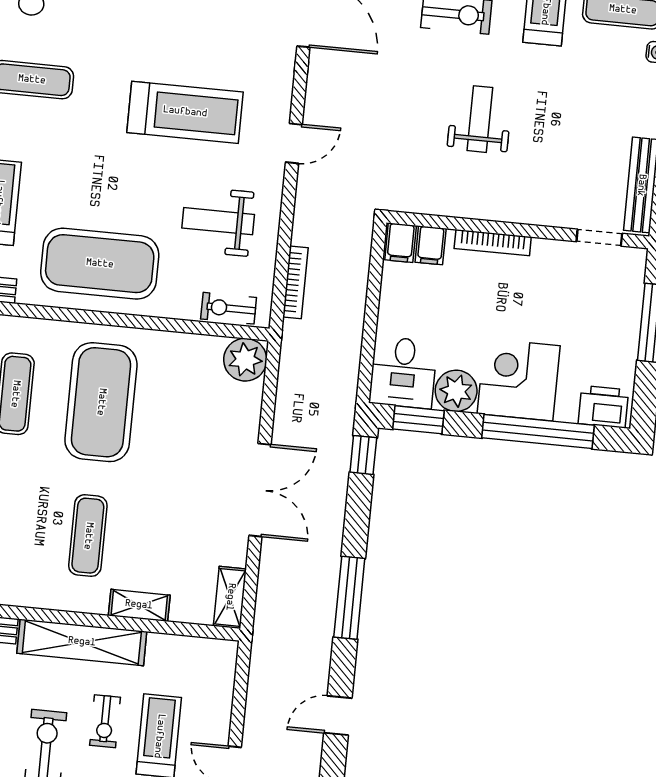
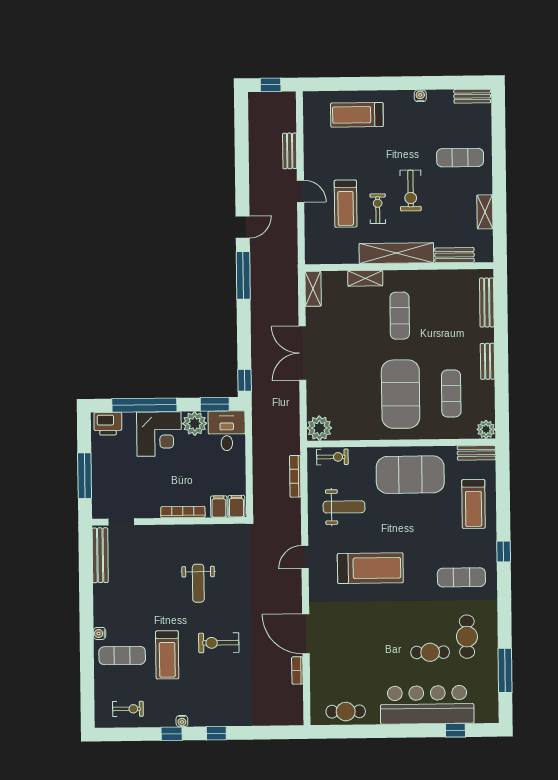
treadmill: (185, 112) -> (370, 568), turned 180
window: (349, 598) -> (243, 275), moved

